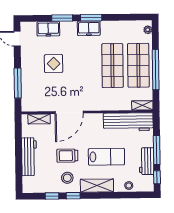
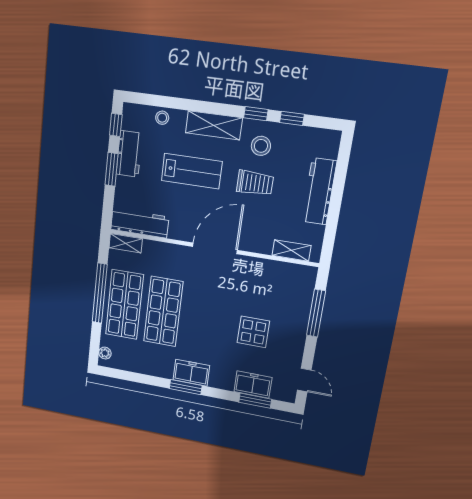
window: (62, 18) -> (255, 401), moved
door: (69, 112) -> (215, 248), moved
workbench: (128, 122) -> (140, 223), width x0.73, depth x0.76
window: (157, 150) -> (111, 169), width x0.69
lab bench: (106, 157) -> (192, 171), turned 180

